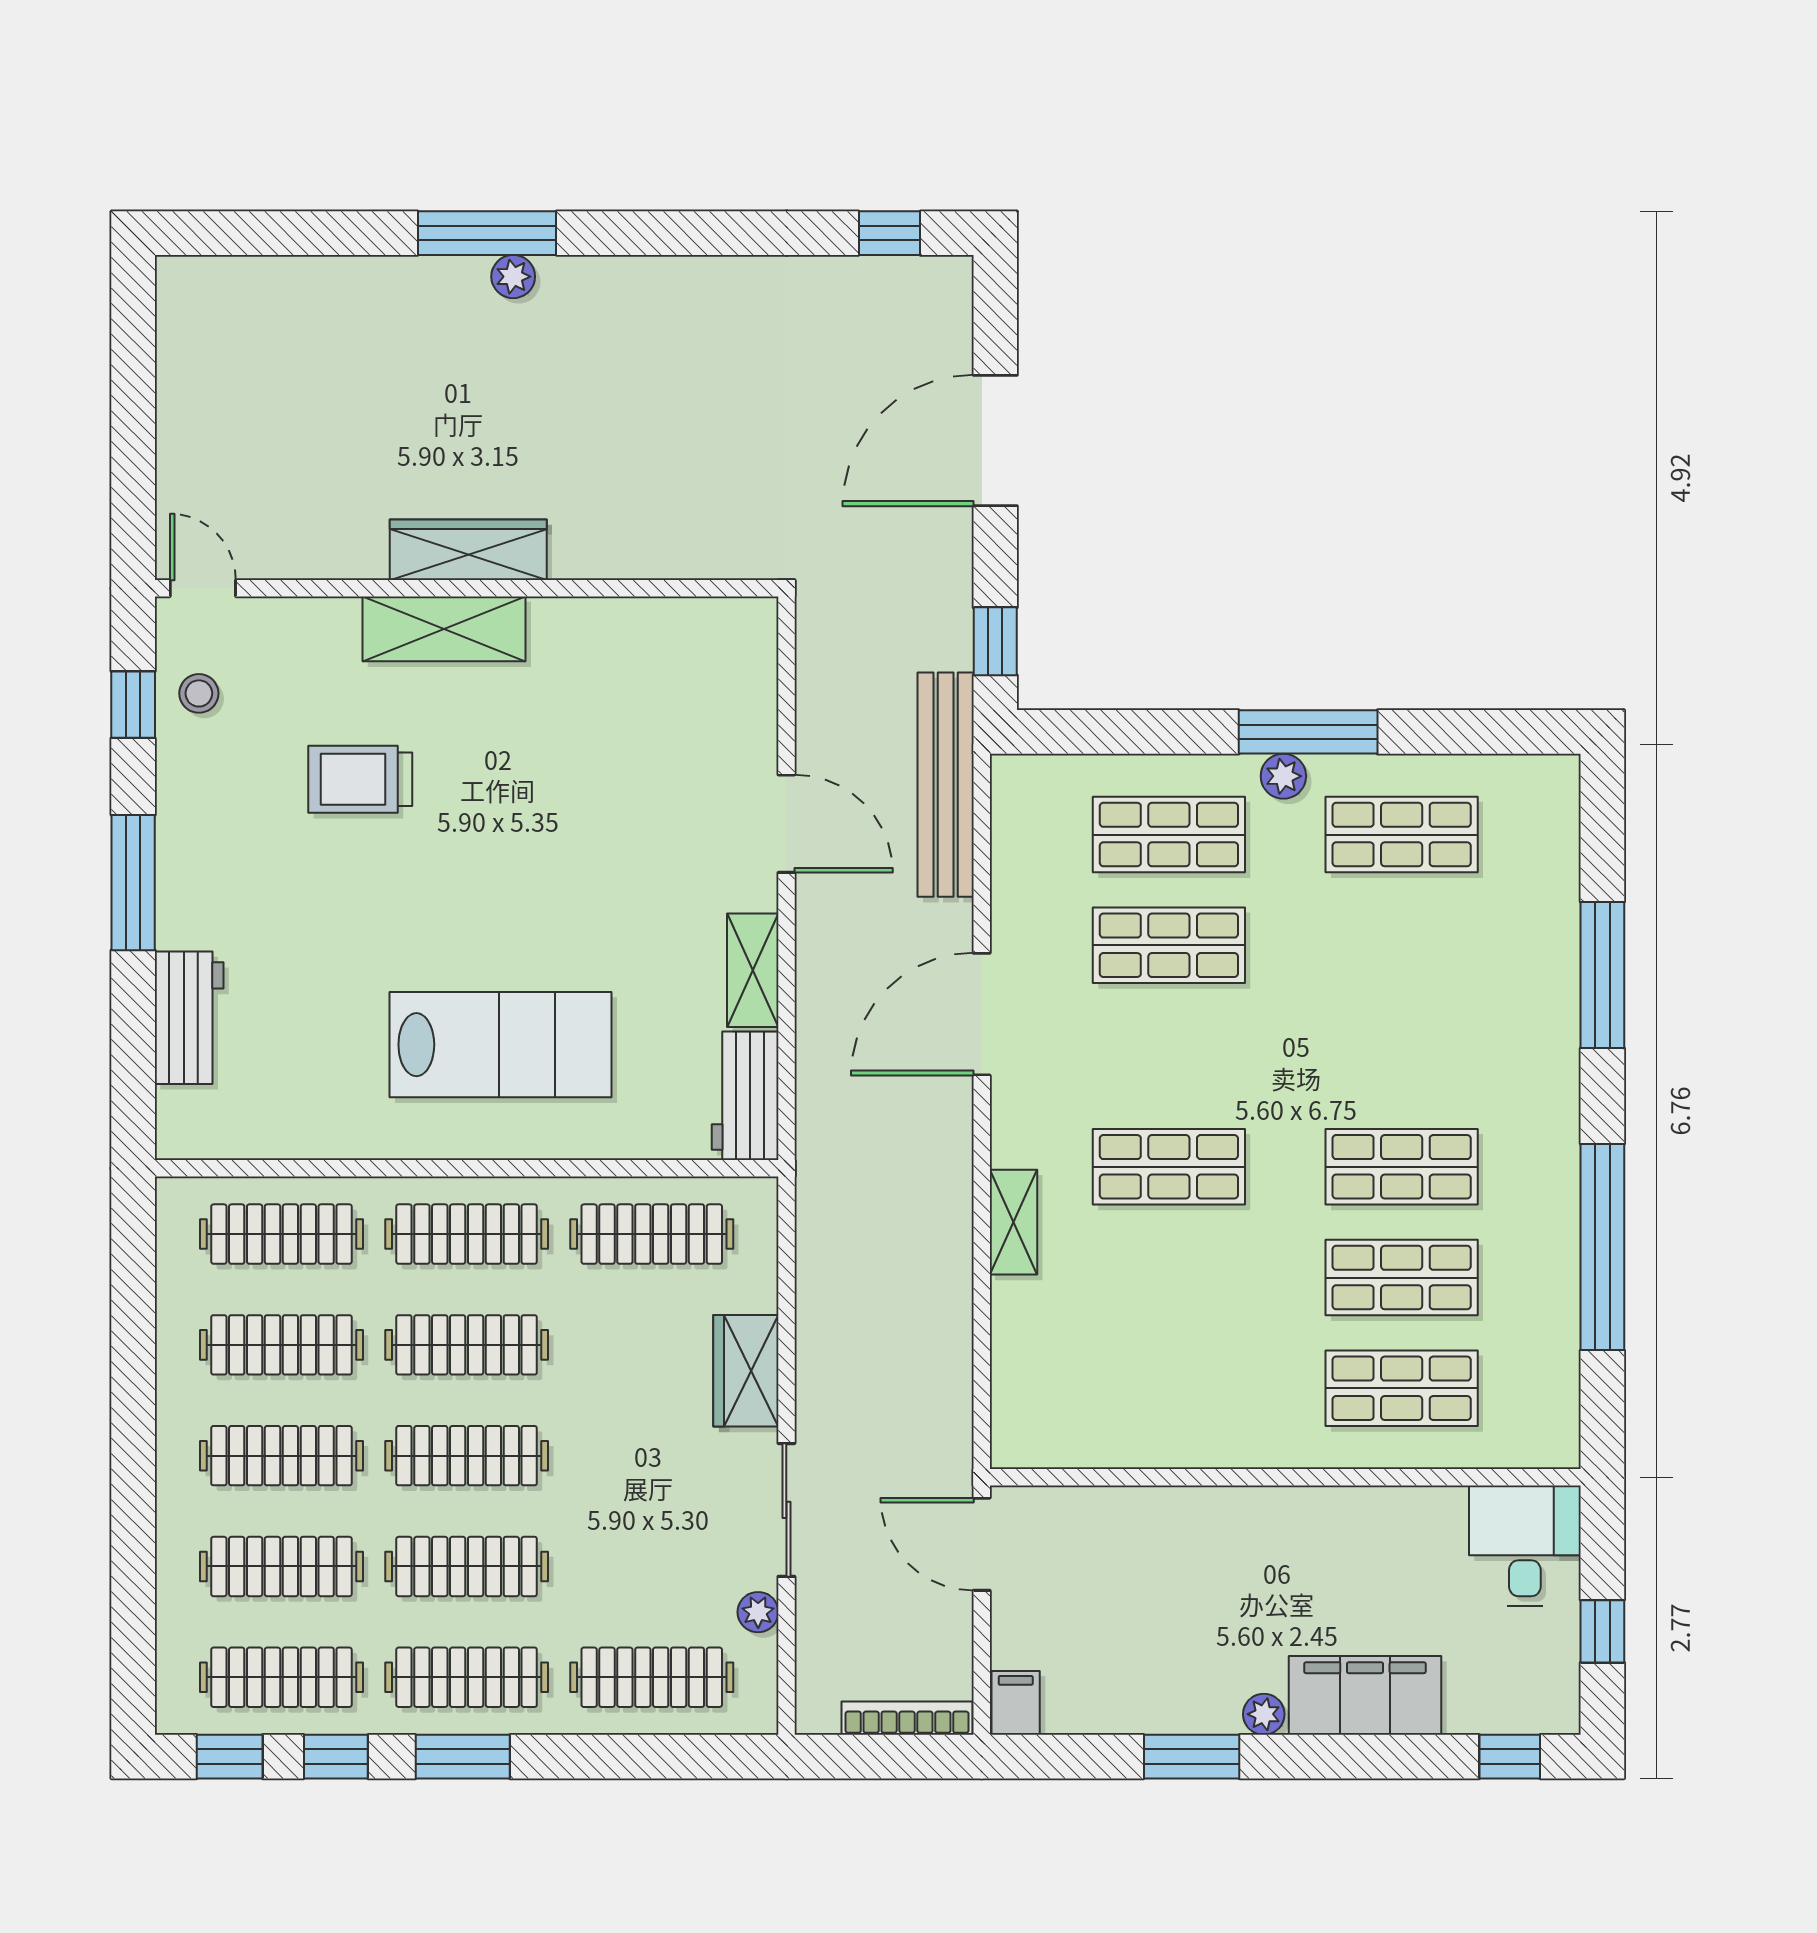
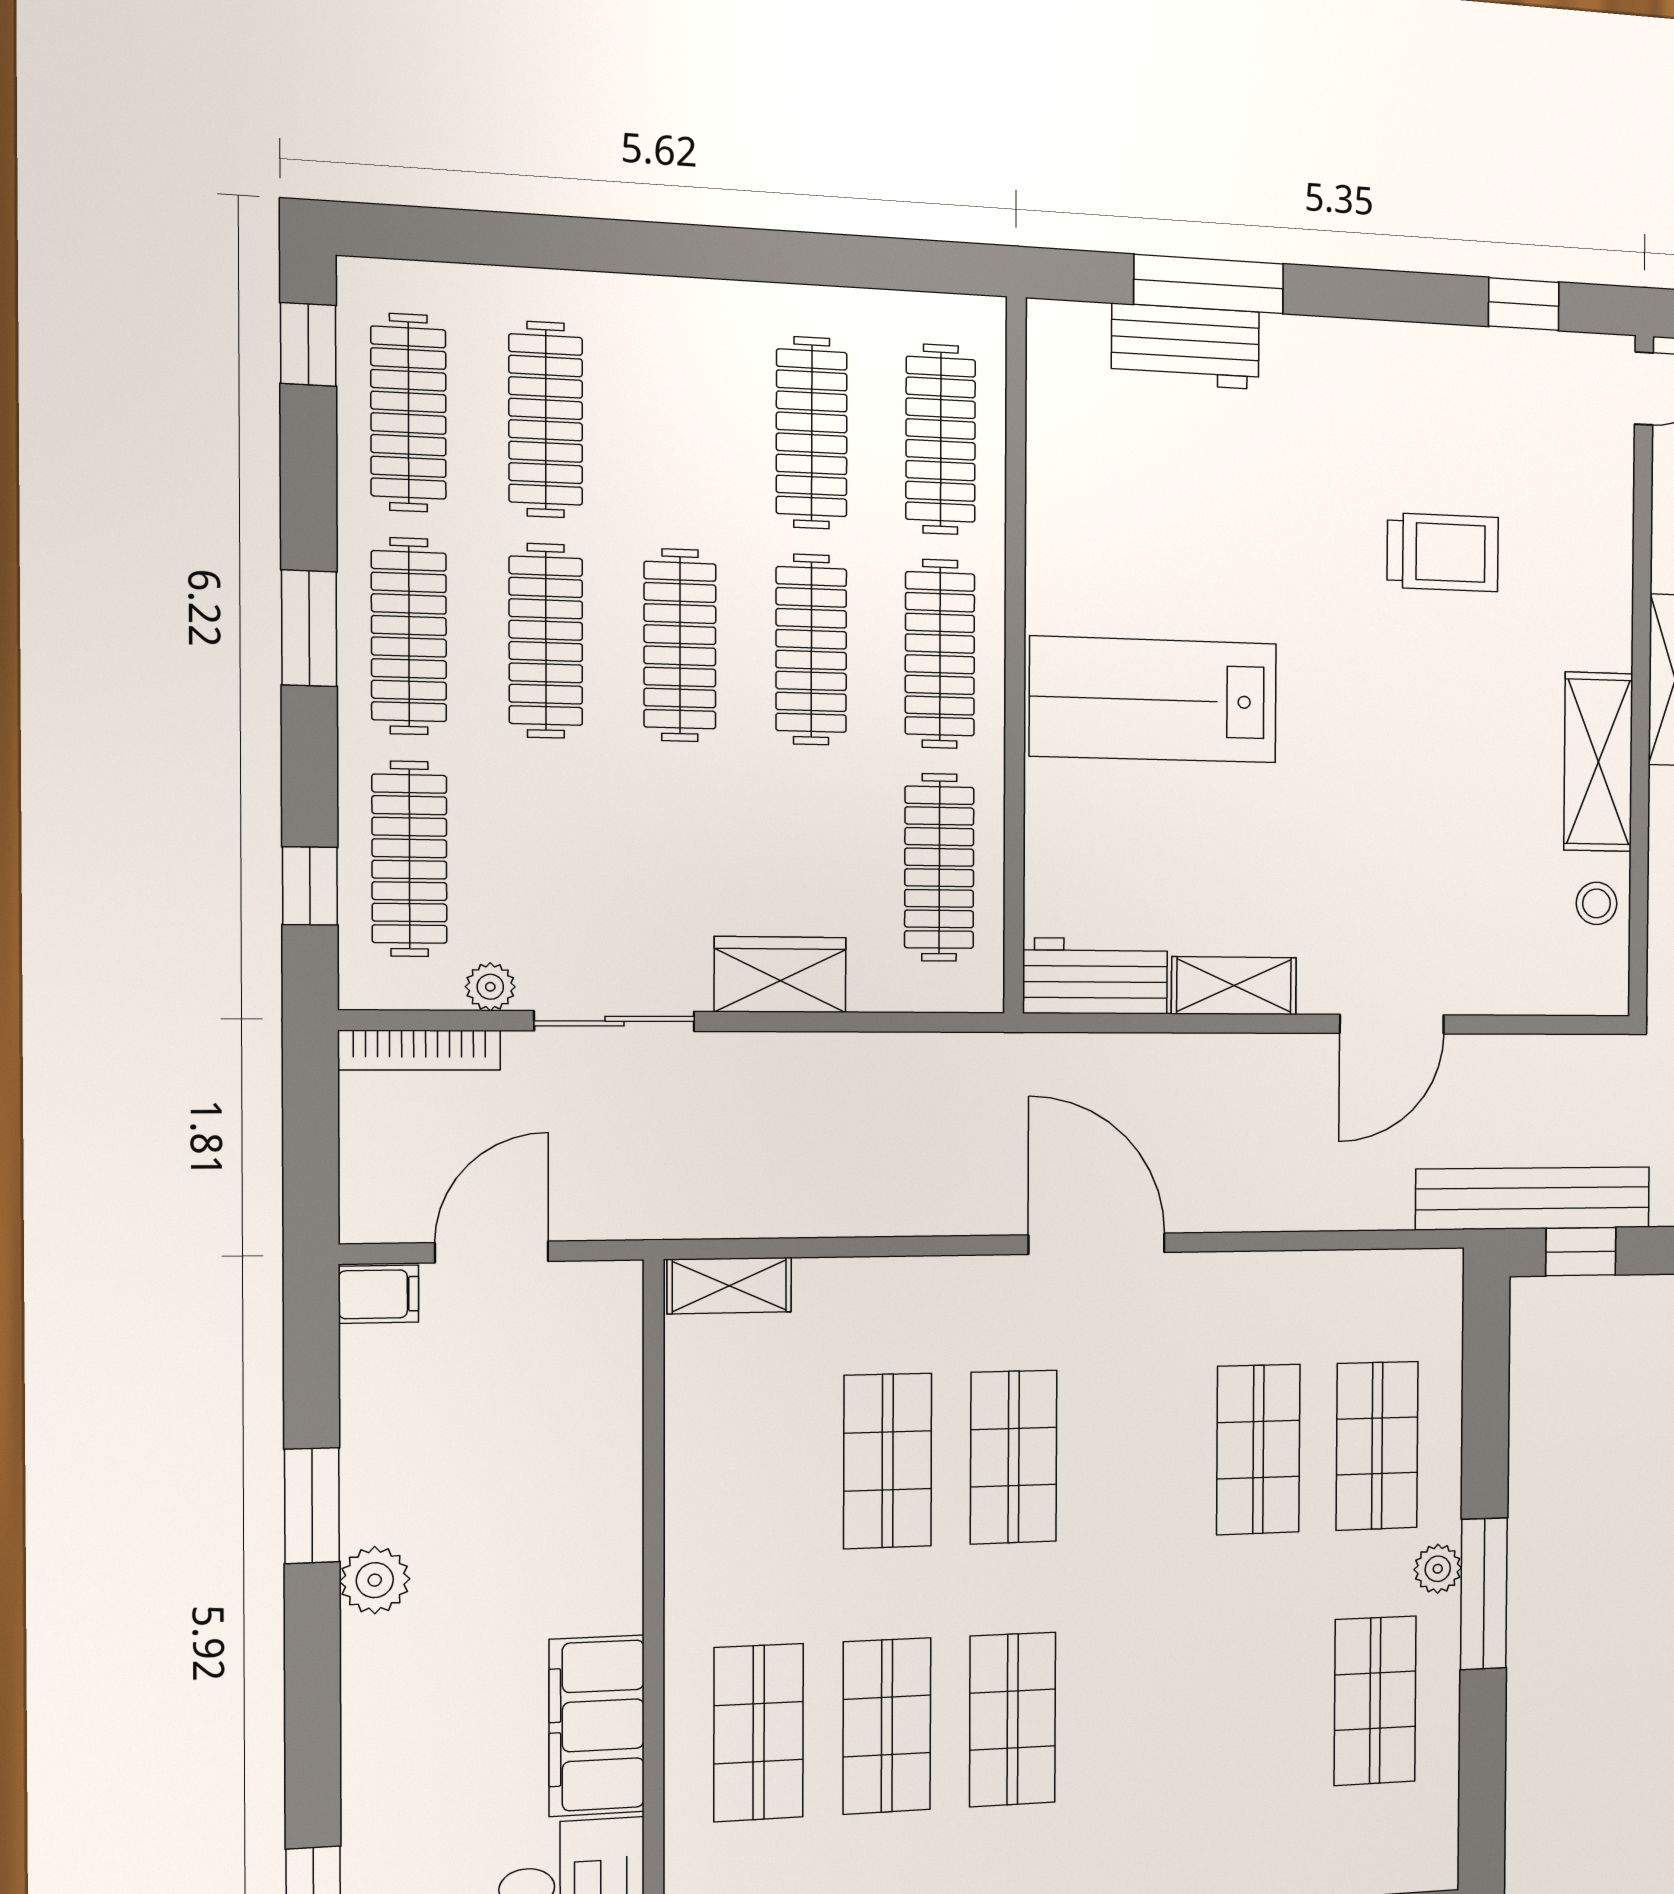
shelving: (444, 629) -> (1598, 762), moved
stool: (199, 693) -> (1597, 903), moved
trolley: (360, 779) -> (1443, 552), turned 90
bench: (946, 785) -> (1533, 1198), moved
window: (133, 883) -> (1209, 284), moved
door: (982, 1014) -> (1097, 1244), moved
lab bench: (501, 1045) -> (1154, 700), turned 90
shelving: (1013, 1222) -> (729, 1286), moved
shop shelf: (1169, 1278) -> (888, 1461), added
clothes rail: (281, 1456) -> (680, 426), removed
door: (982, 1544) -> (492, 1252), moved
filing cabinet: (1365, 1695) -> (597, 1726), moved, turned 180
plant: (1264, 1714) -> (375, 1580), width x1.38, depth x1.38
bookcase: (907, 1718) -> (420, 1050), moved, turned 90
window: (336, 1757) -> (310, 886), moved

